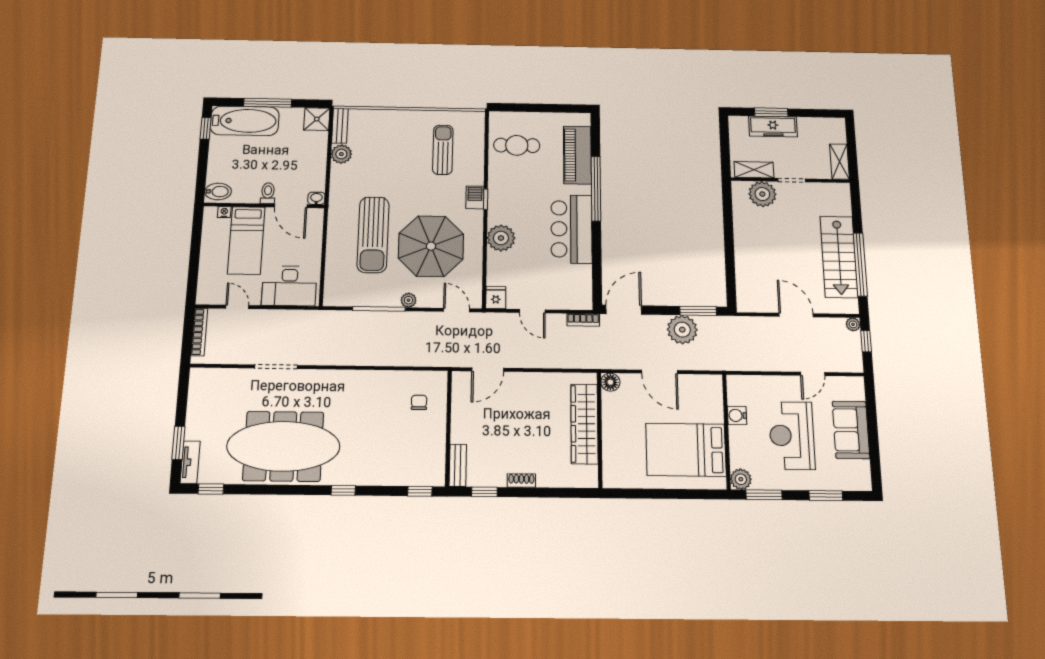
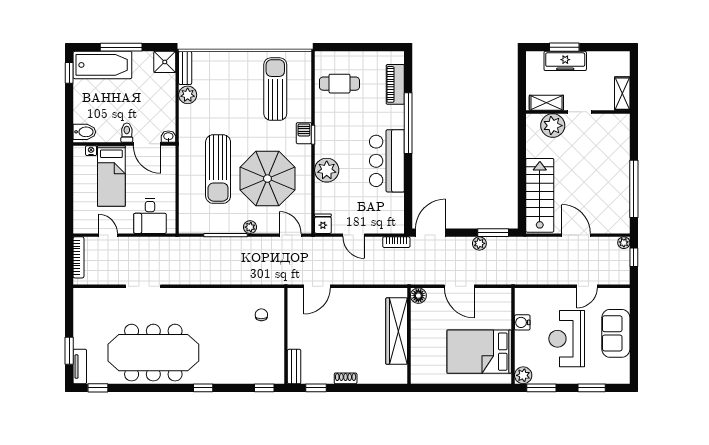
sun lounger: (443, 150) -> (275, 89), width x1.36, depth x1.34
piano: (577, 155) -> (395, 84), width x0.73, depth x0.75
stairs: (839, 257) -> (540, 195), moved, turned 180
desk: (289, 286) -> (150, 216), width x0.73
plant: (682, 330) -> (479, 243), width x0.53, depth x0.53

